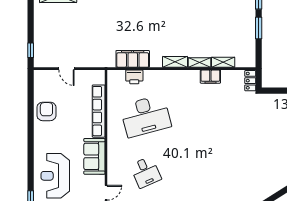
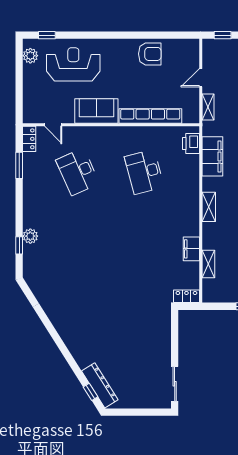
shelving: (200, 63) -> (208, 107), moved
printer: (134, 77) -> (191, 143), moved
desk: (146, 116) -> (144, 172), width x0.73, depth x0.77
desk: (146, 172) -> (78, 172), width x1.37

